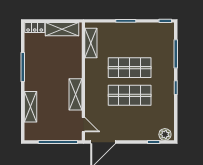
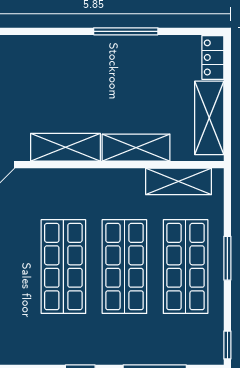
shop shelf: (130, 40) -> (186, 267), added
shelving: (31, 107) -> (136, 148), moved

